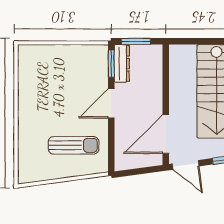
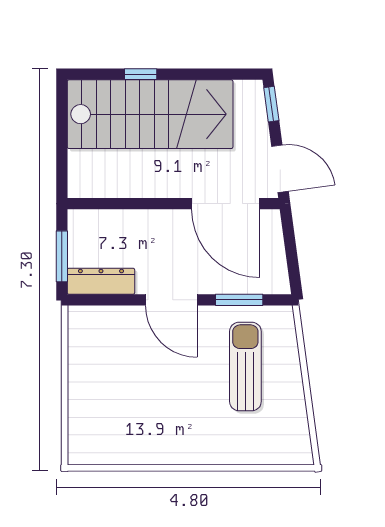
window: (111, 64) -> (239, 300), moved
door: (186, 165) -> (280, 169), hinge flipped

